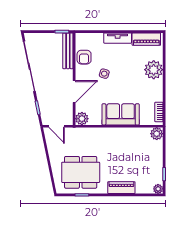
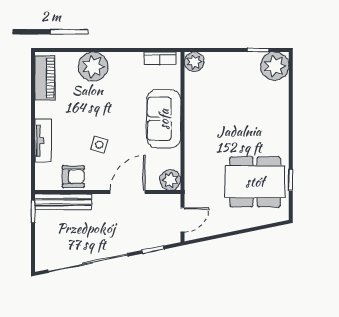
tv unit: (118, 38) -> (43, 141), moved
door: (74, 92) -> (128, 192), hinge flipped
dining table: (81, 172) -> (255, 182), turned 90
piano: (121, 188) -> (279, 118), removed
plant: (158, 189) -> (275, 66), width x1.88, depth x1.88

